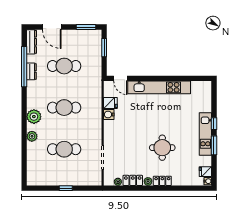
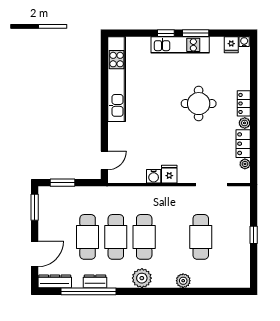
cafe table: (64, 87) -> (116, 237), added
kitchen unit: (159, 87) -> (117, 79), moved
fridge: (110, 103) -> (169, 174), moved
plant: (34, 117) -> (142, 278), moved

